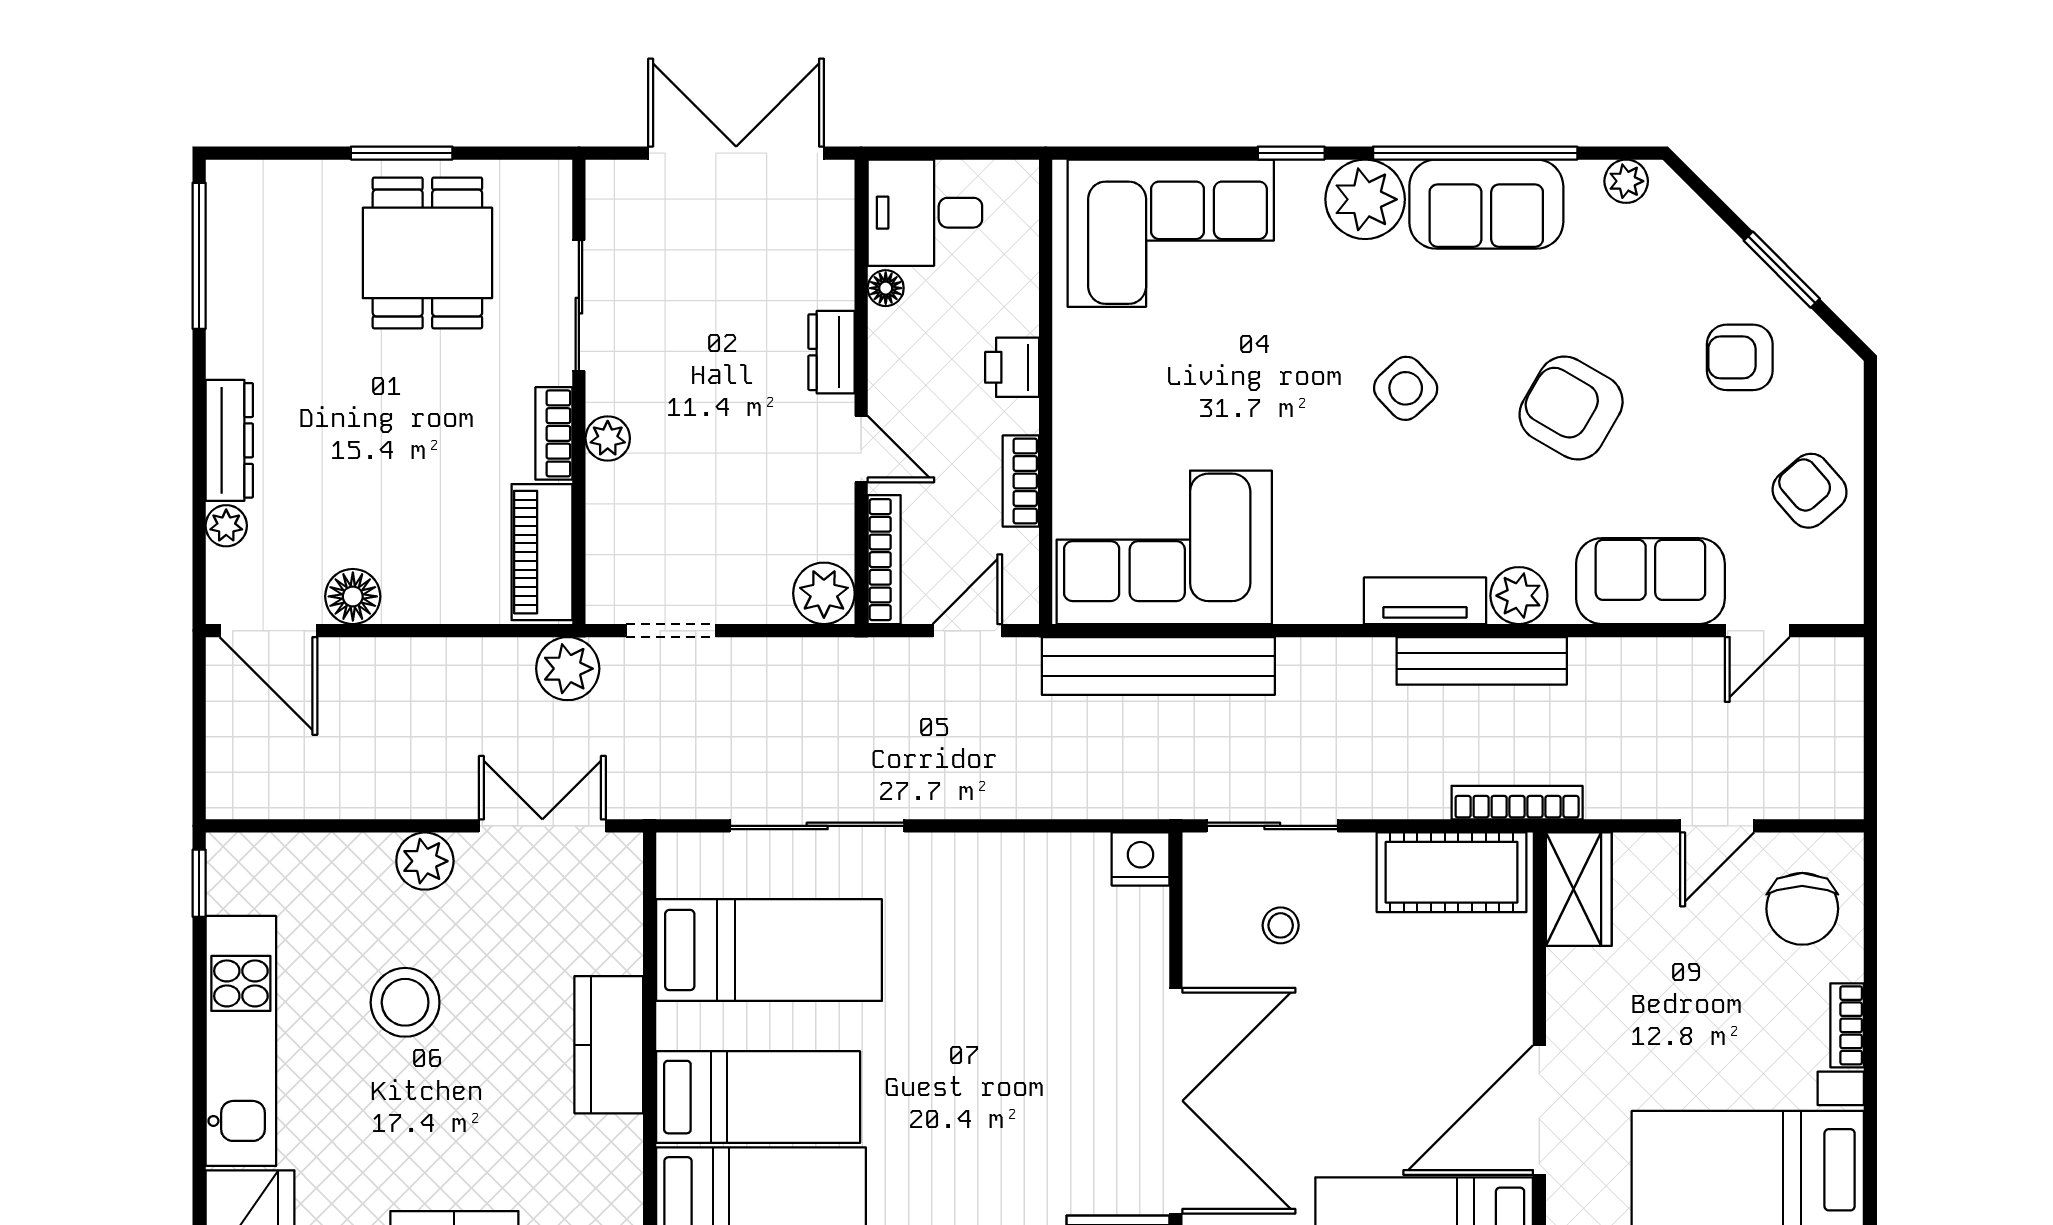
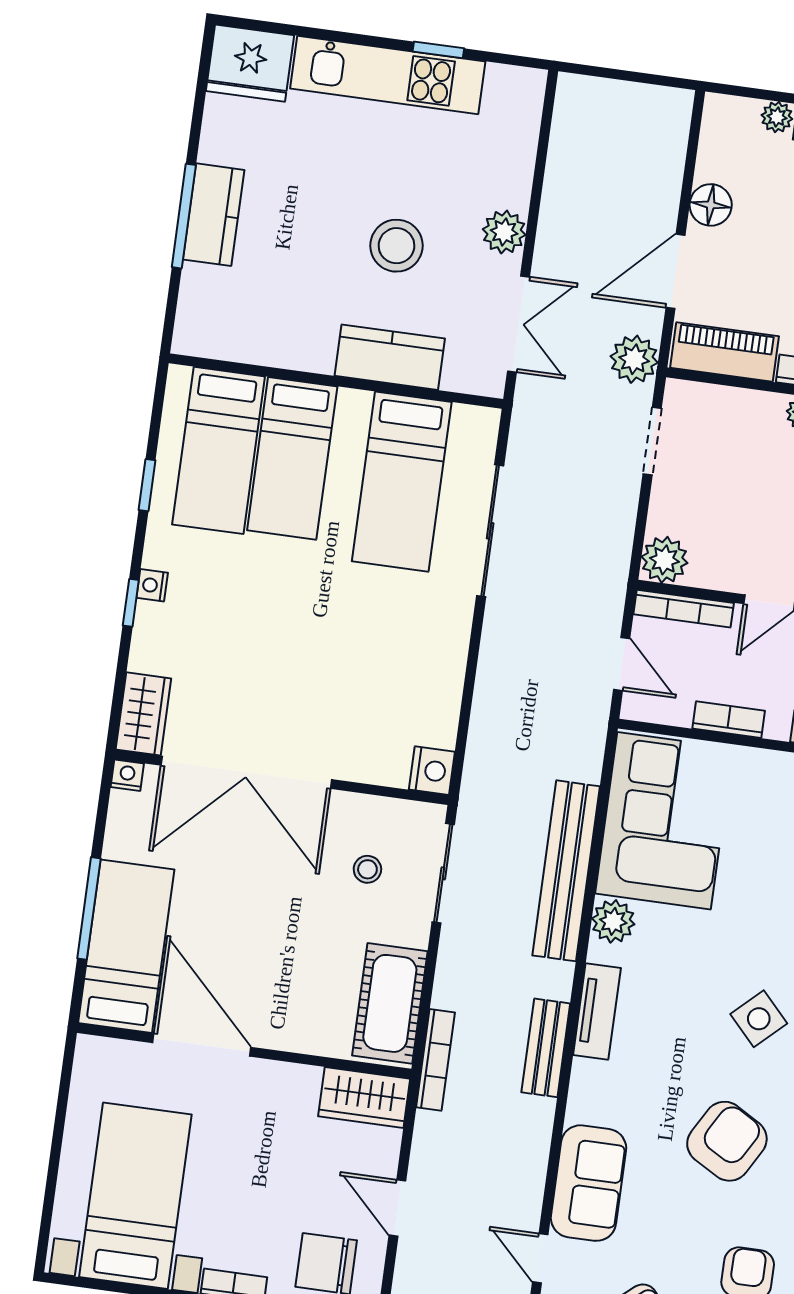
plant: (1519, 596) -> (613, 921), moved
door: (268, 631) -> (675, 271), moved
bench: (1482, 661) -> (546, 1048), width x0.73
bench: (1158, 666) -> (566, 871), moved
window: (199, 883) -> (438, 50), moved
stool: (405, 1002) -> (396, 246), moved
kitchen counter: (609, 1045) -> (390, 357), moved

